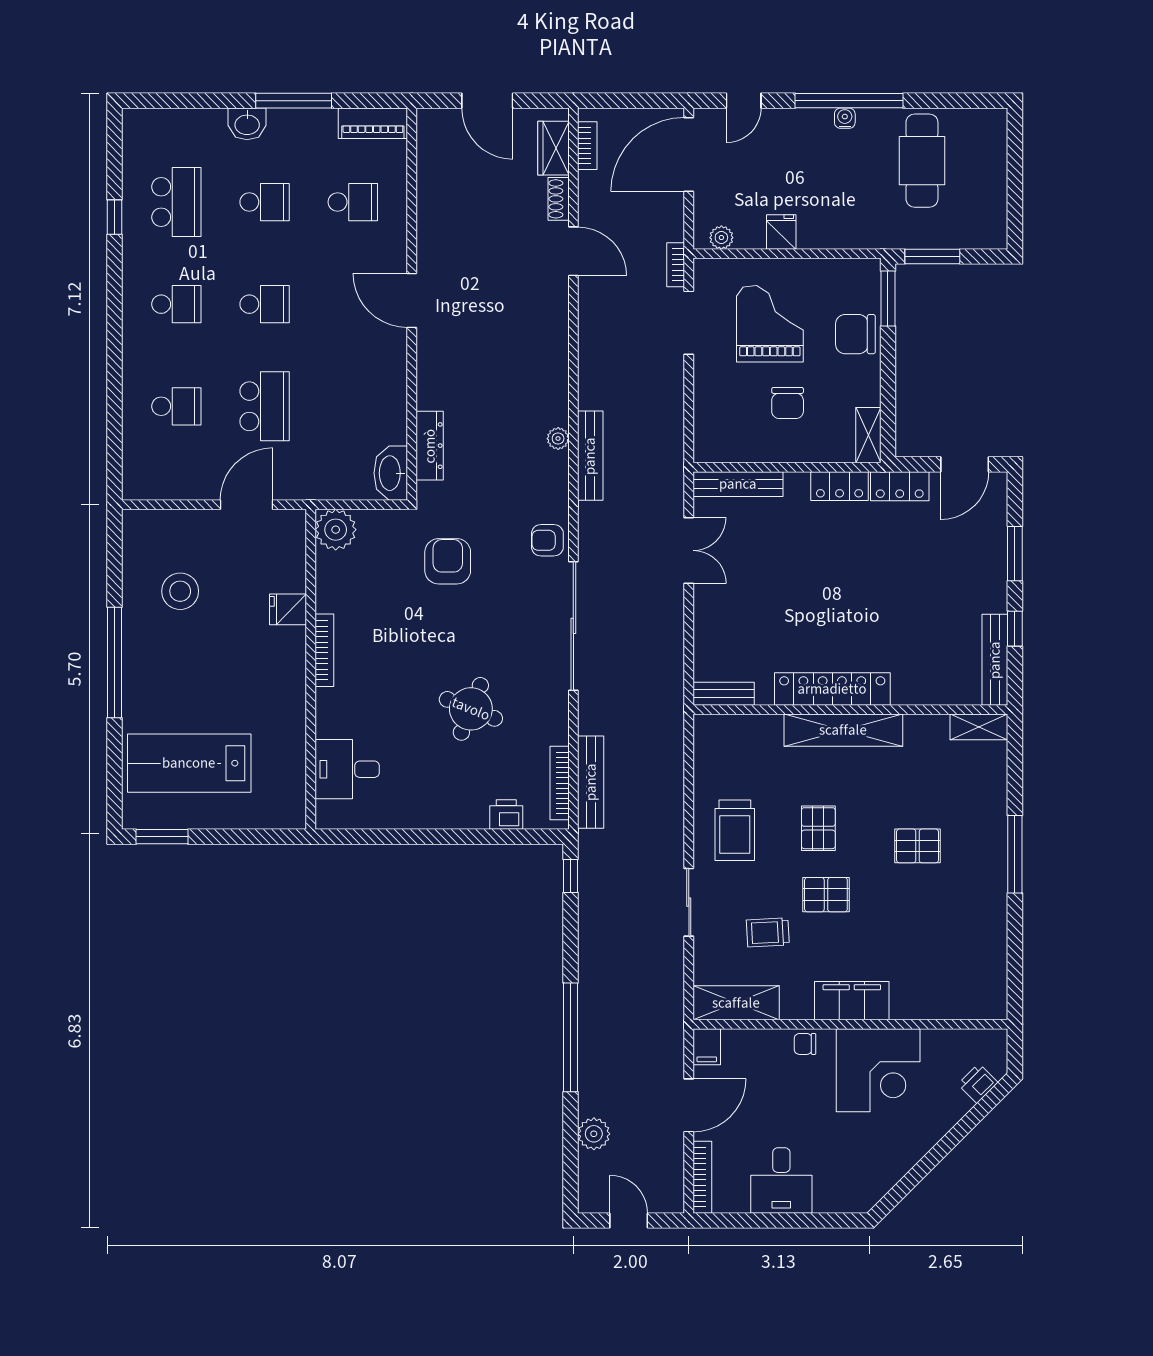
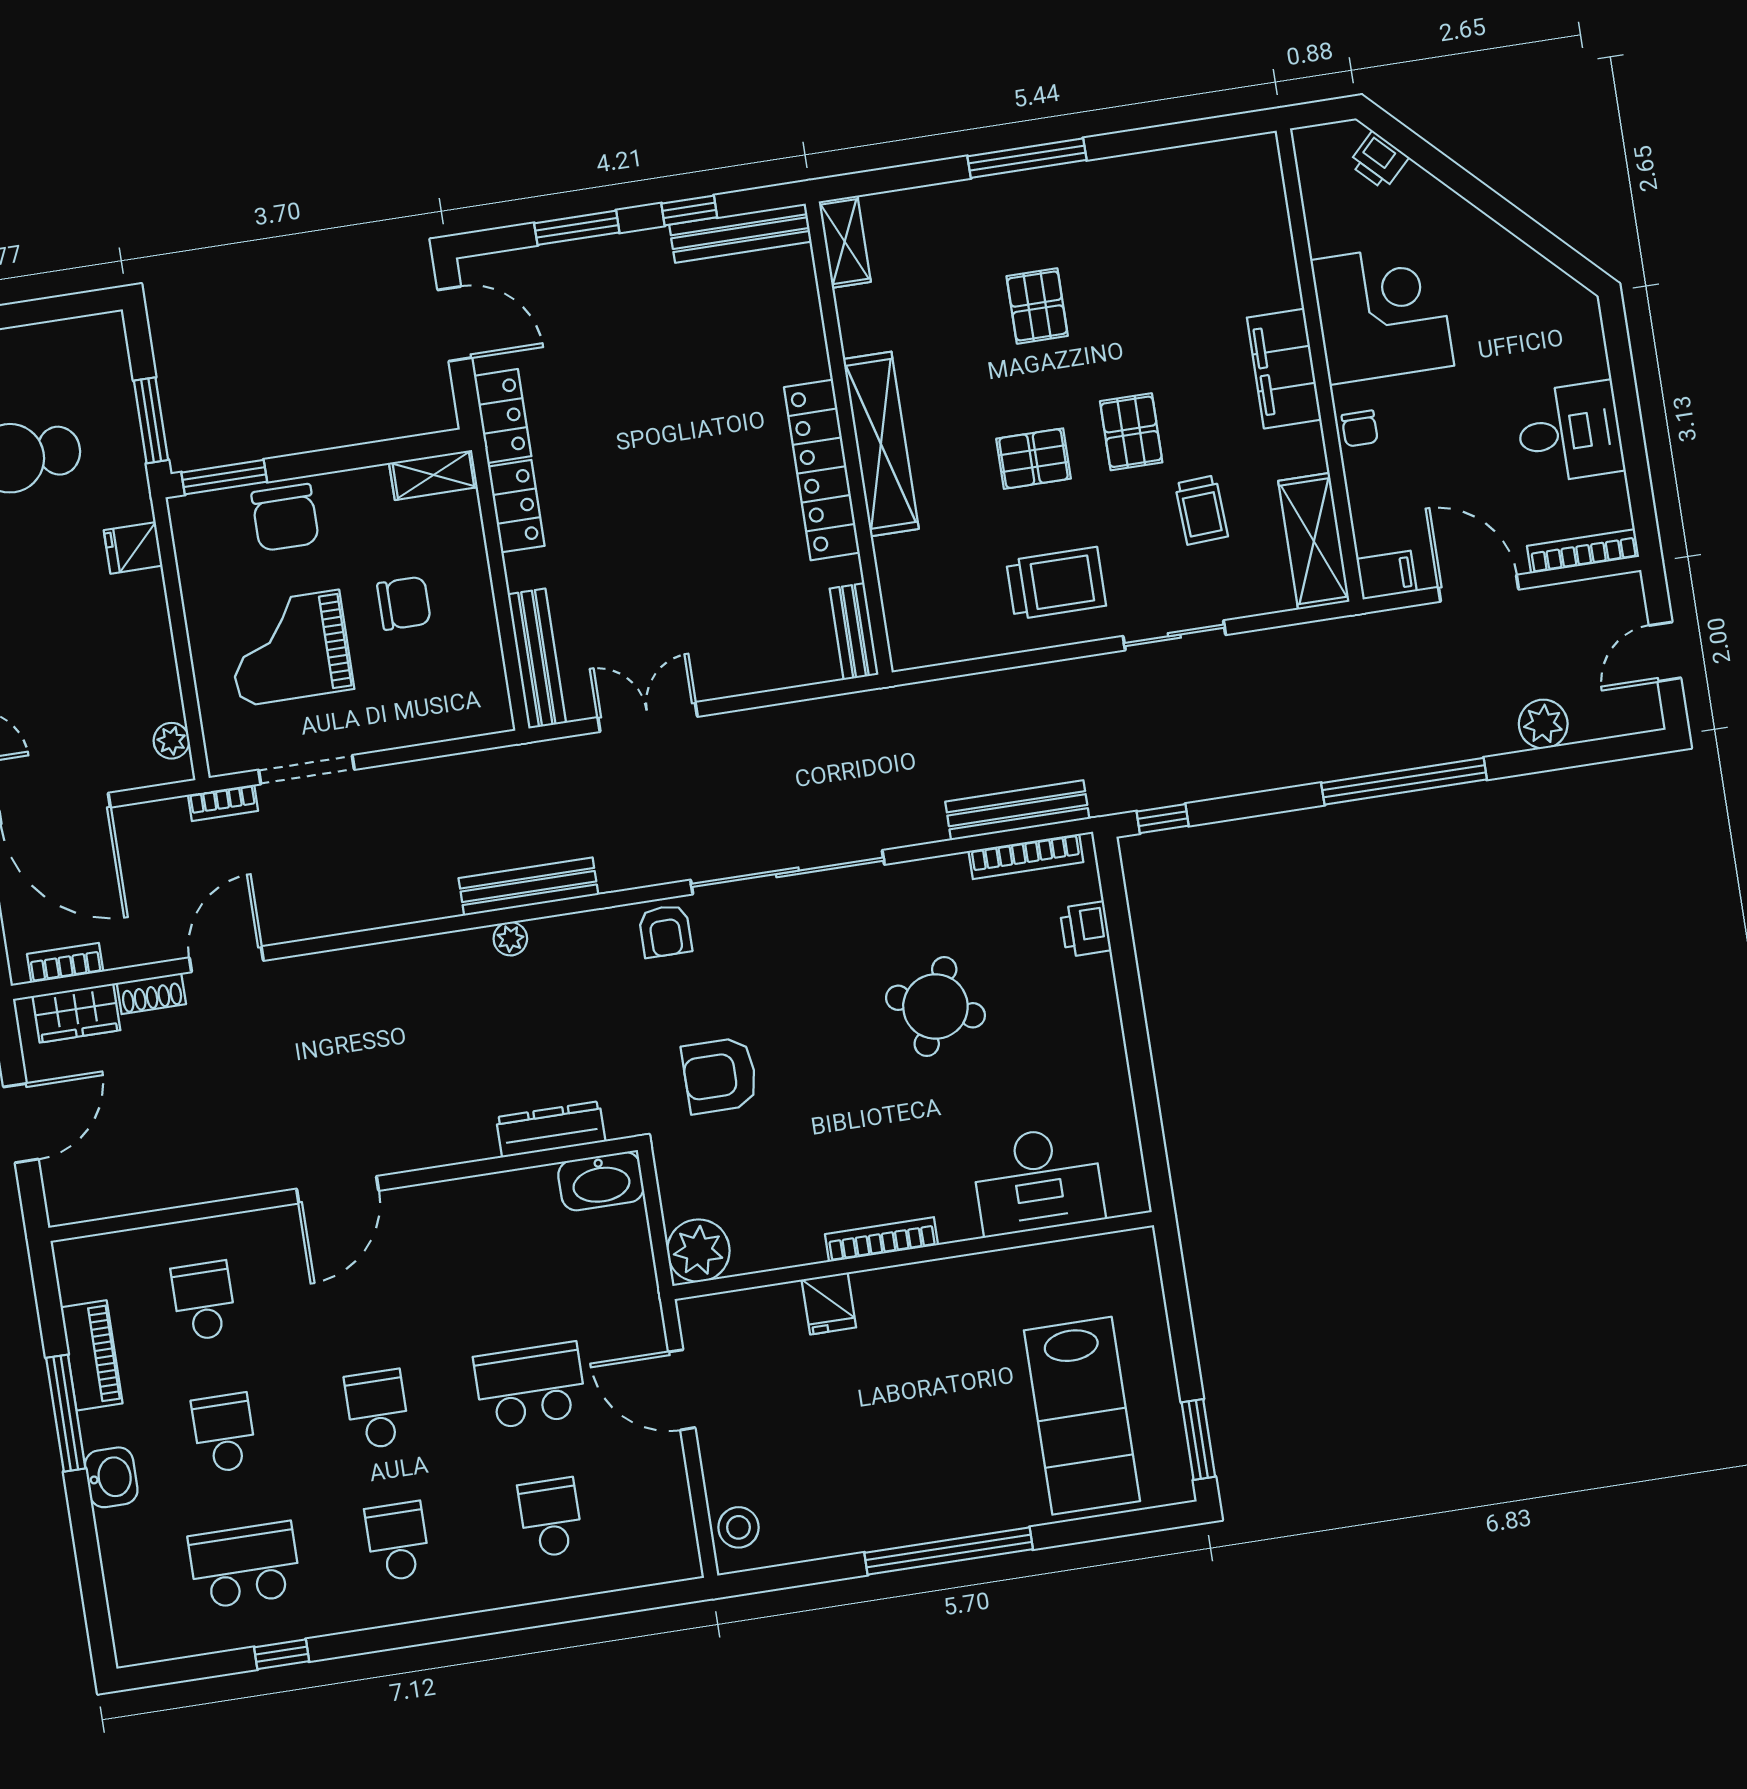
piano: (373, 123) -> (92, 1355), moved
fridge: (781, 232) -> (133, 548), moved
stool: (180, 591) -> (738, 1527), moved, width x0.73, depth x0.73
desk: (347, 769) -> (1038, 1180), width x1.37

